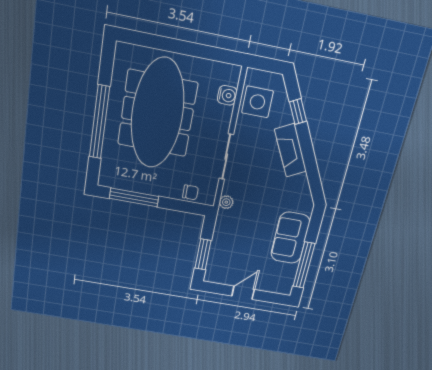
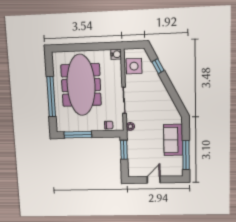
water cooler: (227, 95) -> (116, 54), moved
fireplace: (290, 150) -> (160, 89), removed
window: (203, 254) -> (124, 150), moved

